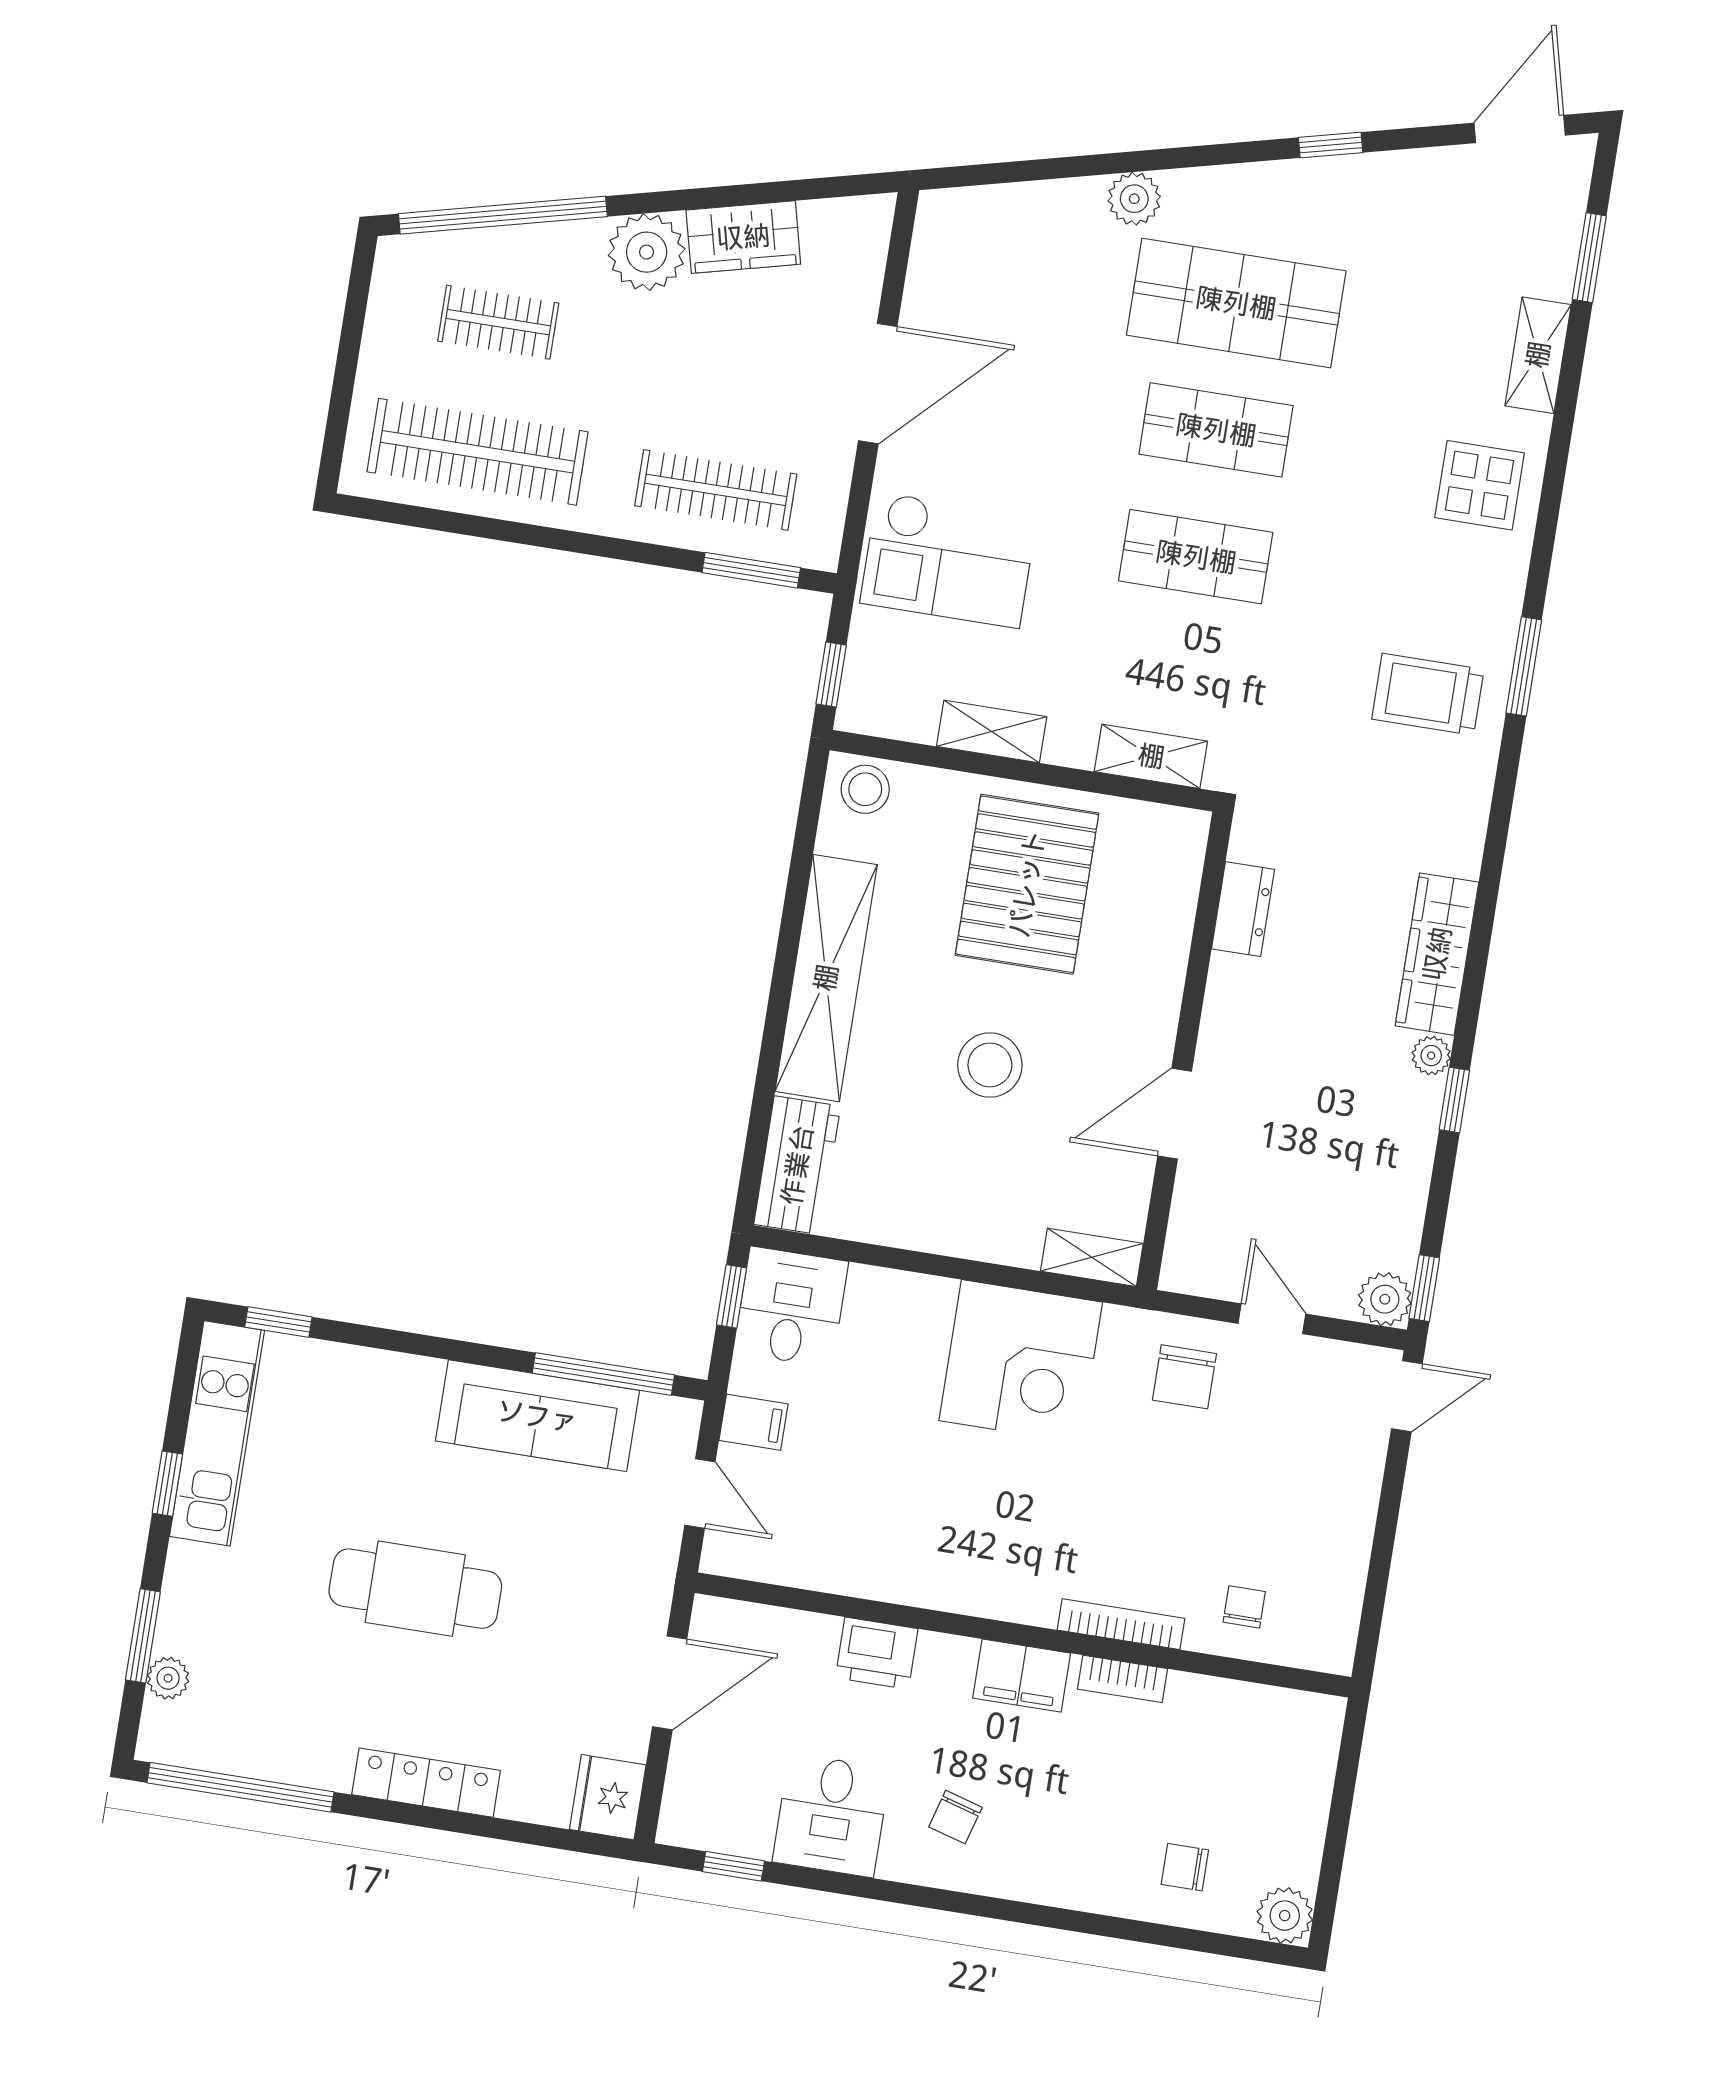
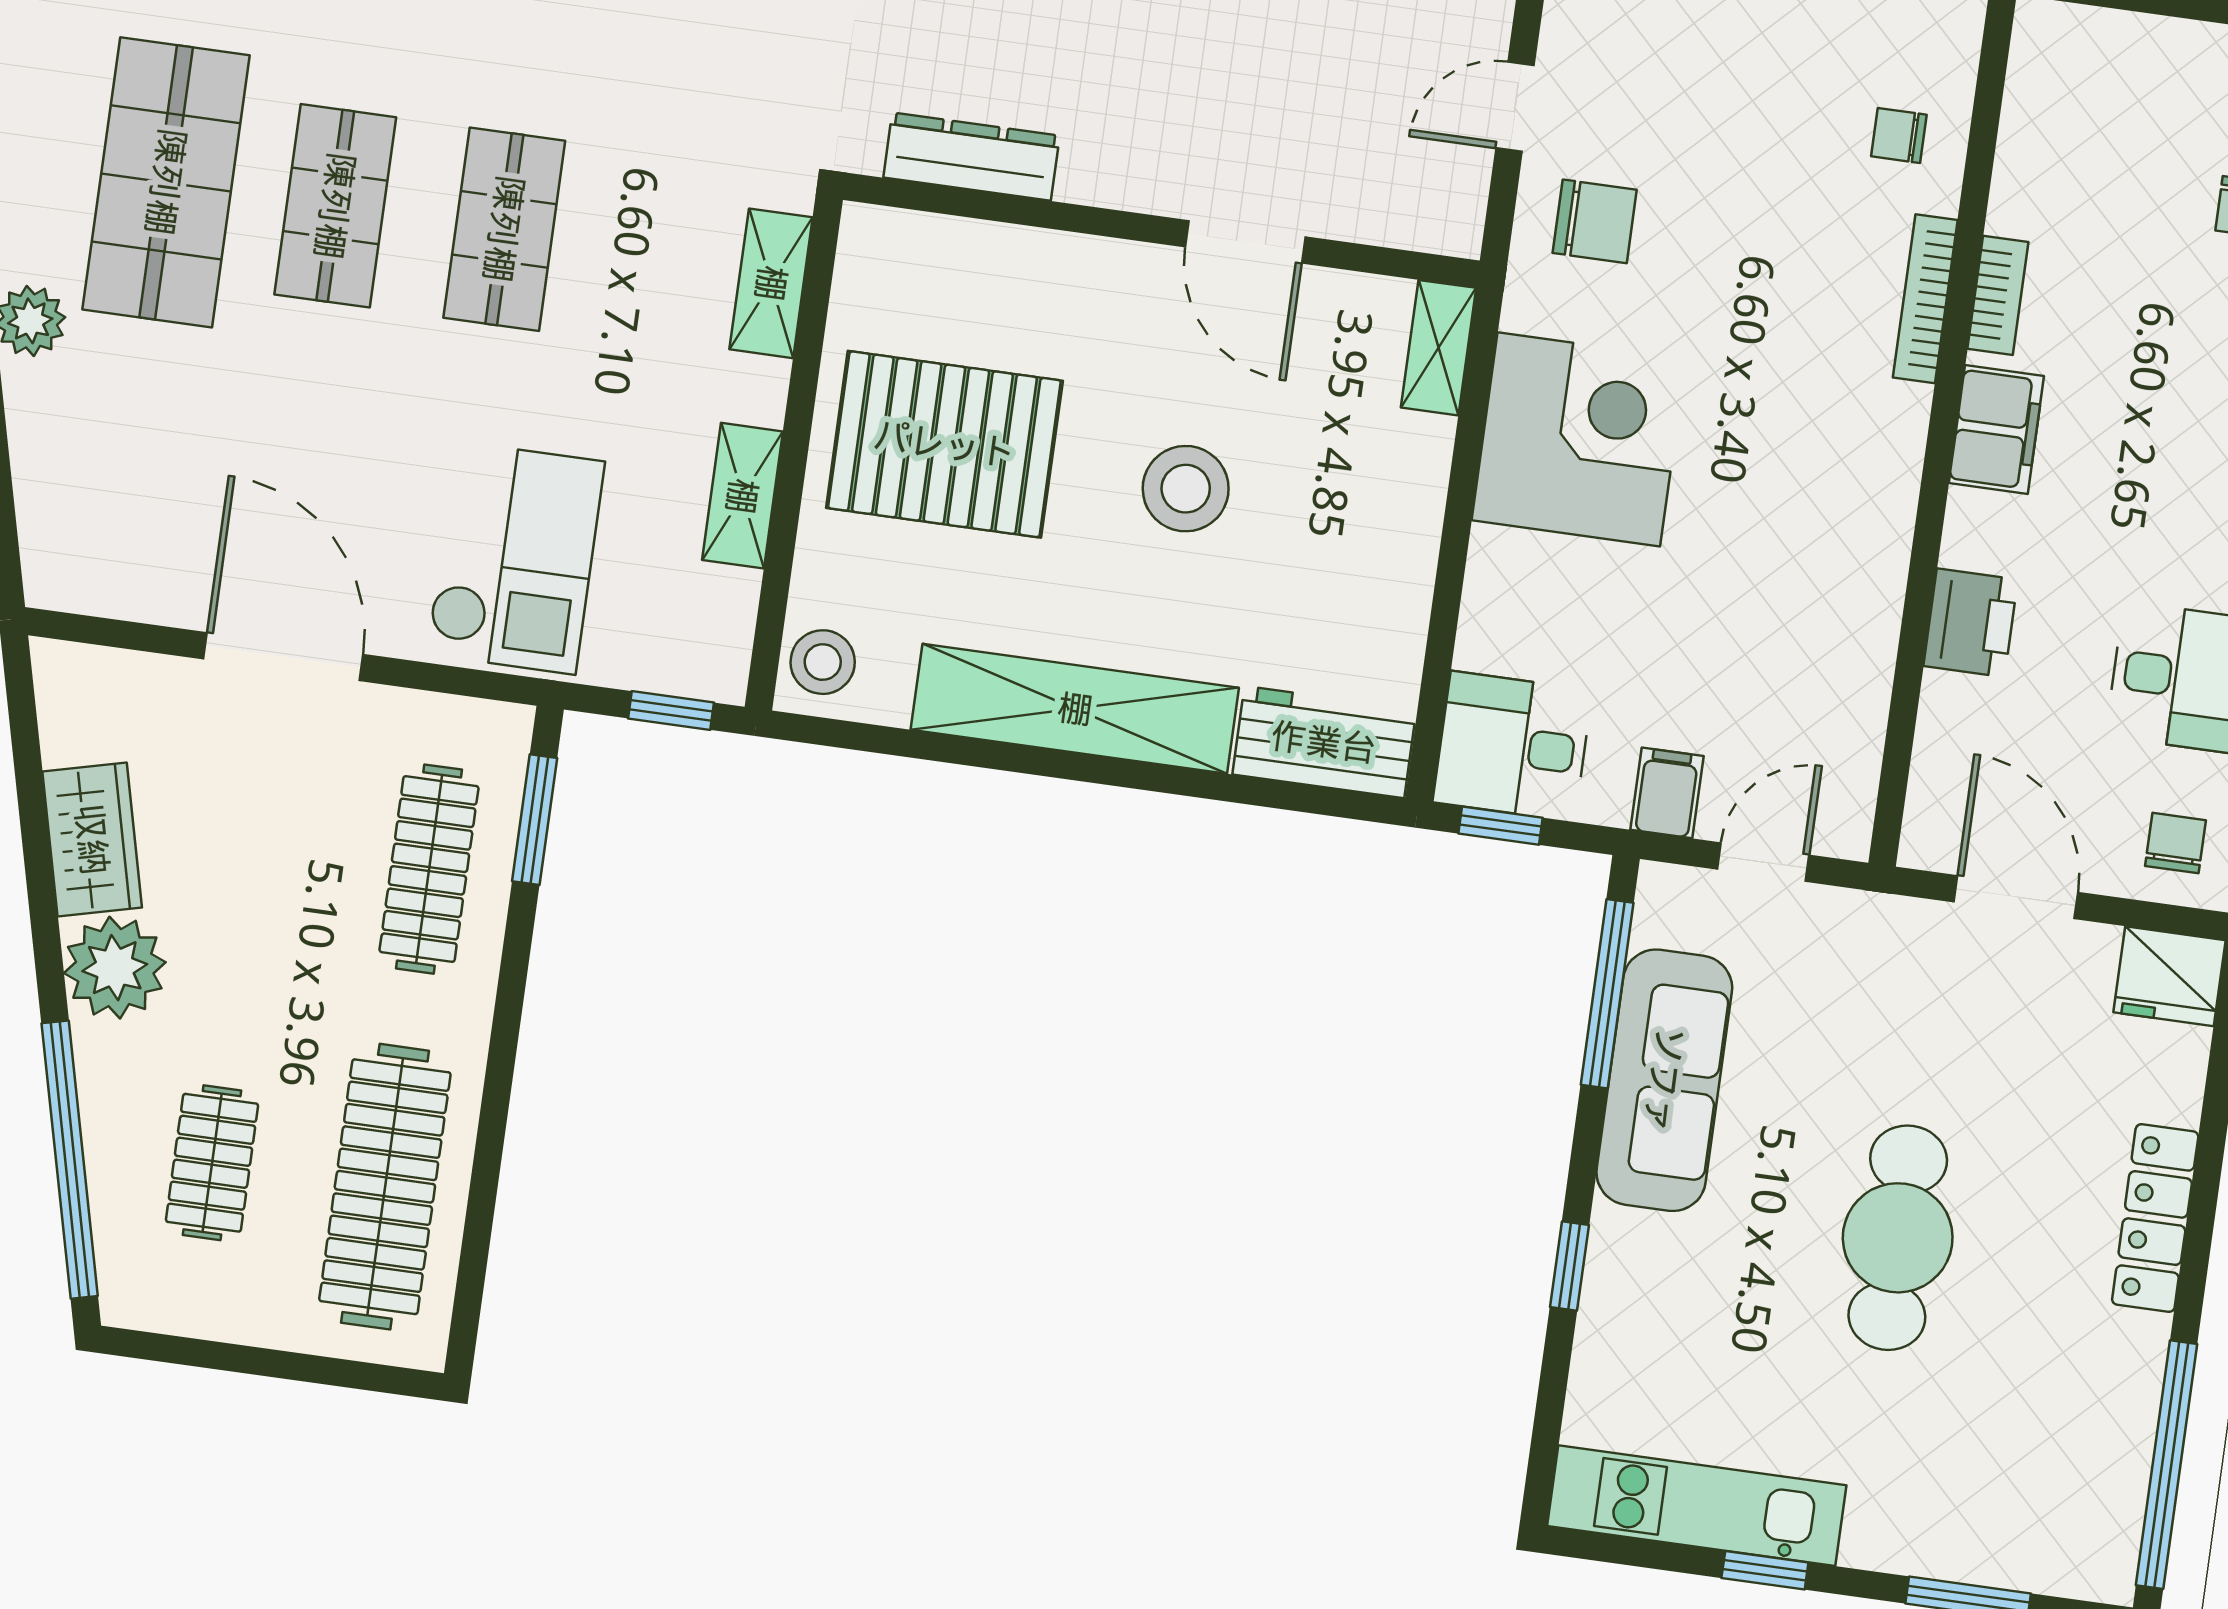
dresser: (1243, 909) -> (971, 157), width x1.44
window: (278, 1322) -> (1569, 1266), moved
plant: (168, 1678) -> (2024, 1564), removed
chair: (955, 1817) -> (2175, 843), moved, turned -106

